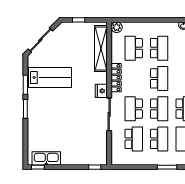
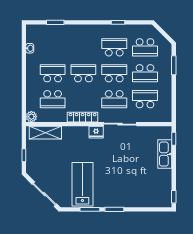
shelving: (101, 48) -> (45, 133), width x0.68
school desk: (159, 139) -> (145, 73), turned 180
kitchen sink: (46, 158) -> (165, 154), moved

